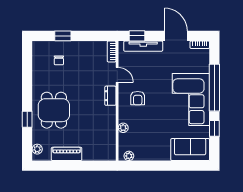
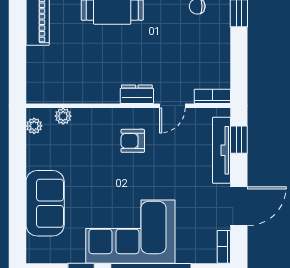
plant: (123, 128) -> (63, 116), moved
sofa: (190, 150) -> (45, 203), moved

